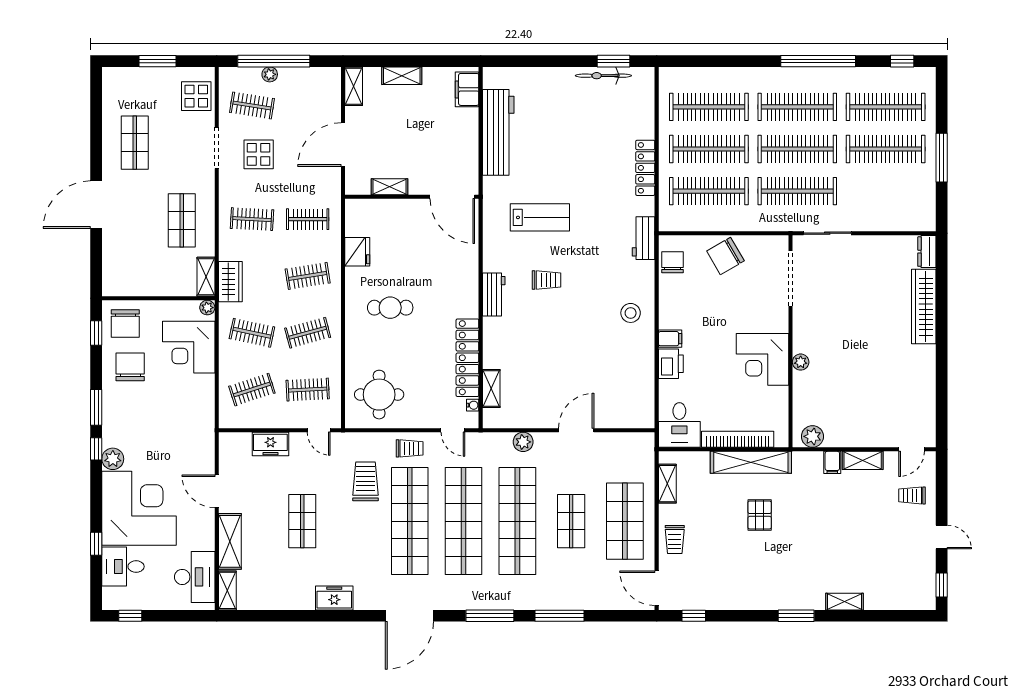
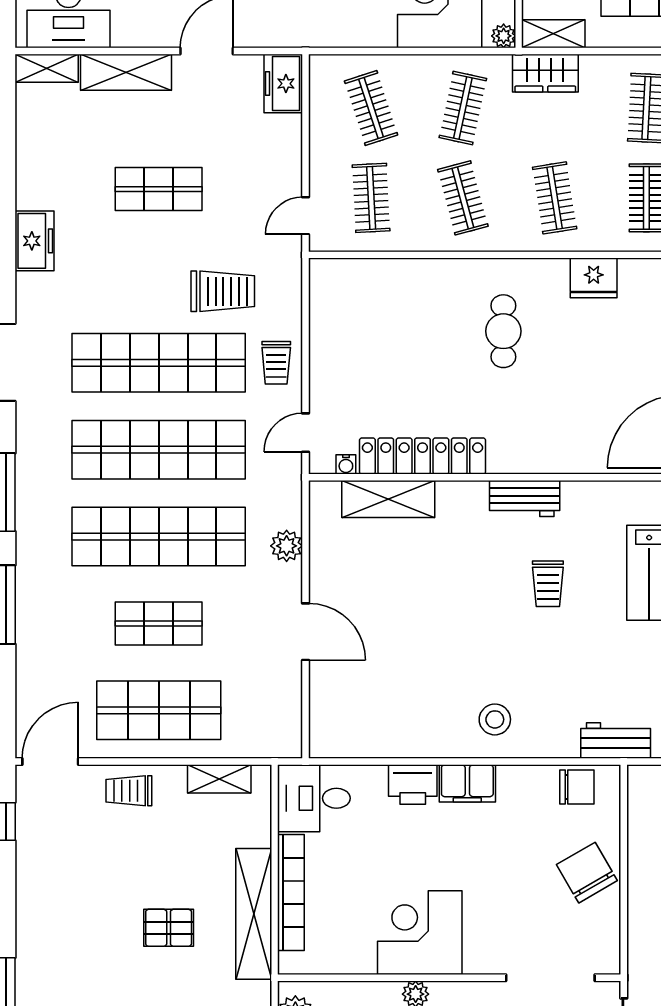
filing cabinet: (670, 339) -> (467, 783), width x2.00
shelving: (491, 389) -> (388, 499), width x1.50, depth x1.33
round table: (379, 395) -> (363, 313), removed
freezer: (270, 444) -> (283, 84), moved

